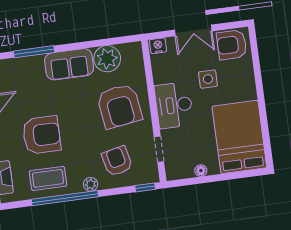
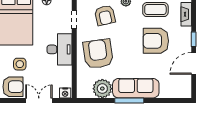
window: (34, 52) -> (129, 100), moved
sofa: (69, 64) -> (136, 88), width x1.36
side table: (208, 79) -> (20, 64), moved

